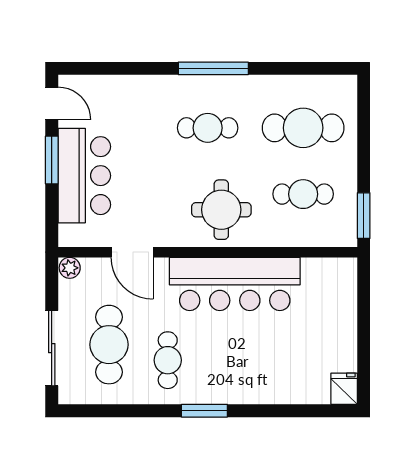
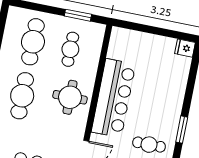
cafe table: (208, 128) -> (22, 96), width x1.37, depth x1.35
window: (364, 216) -> (78, 15), moved

